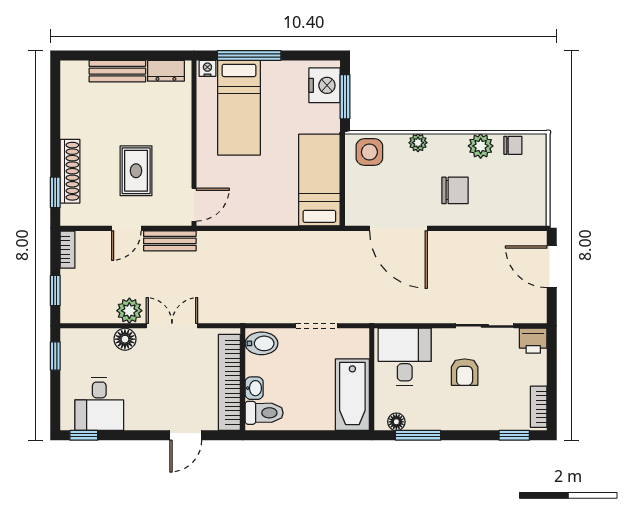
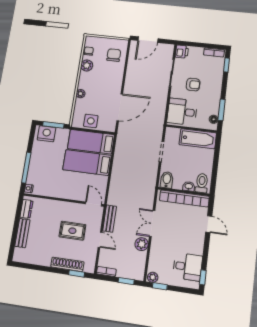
bed: (239, 108) -> (87, 163), moved, turned 180
side table: (369, 152) -> (91, 121), moved
chair: (455, 190) -> (114, 55), moved
floor lamp: (125, 339) -> (156, 248), removed
plant: (70, 340) -> (153, 277), added

